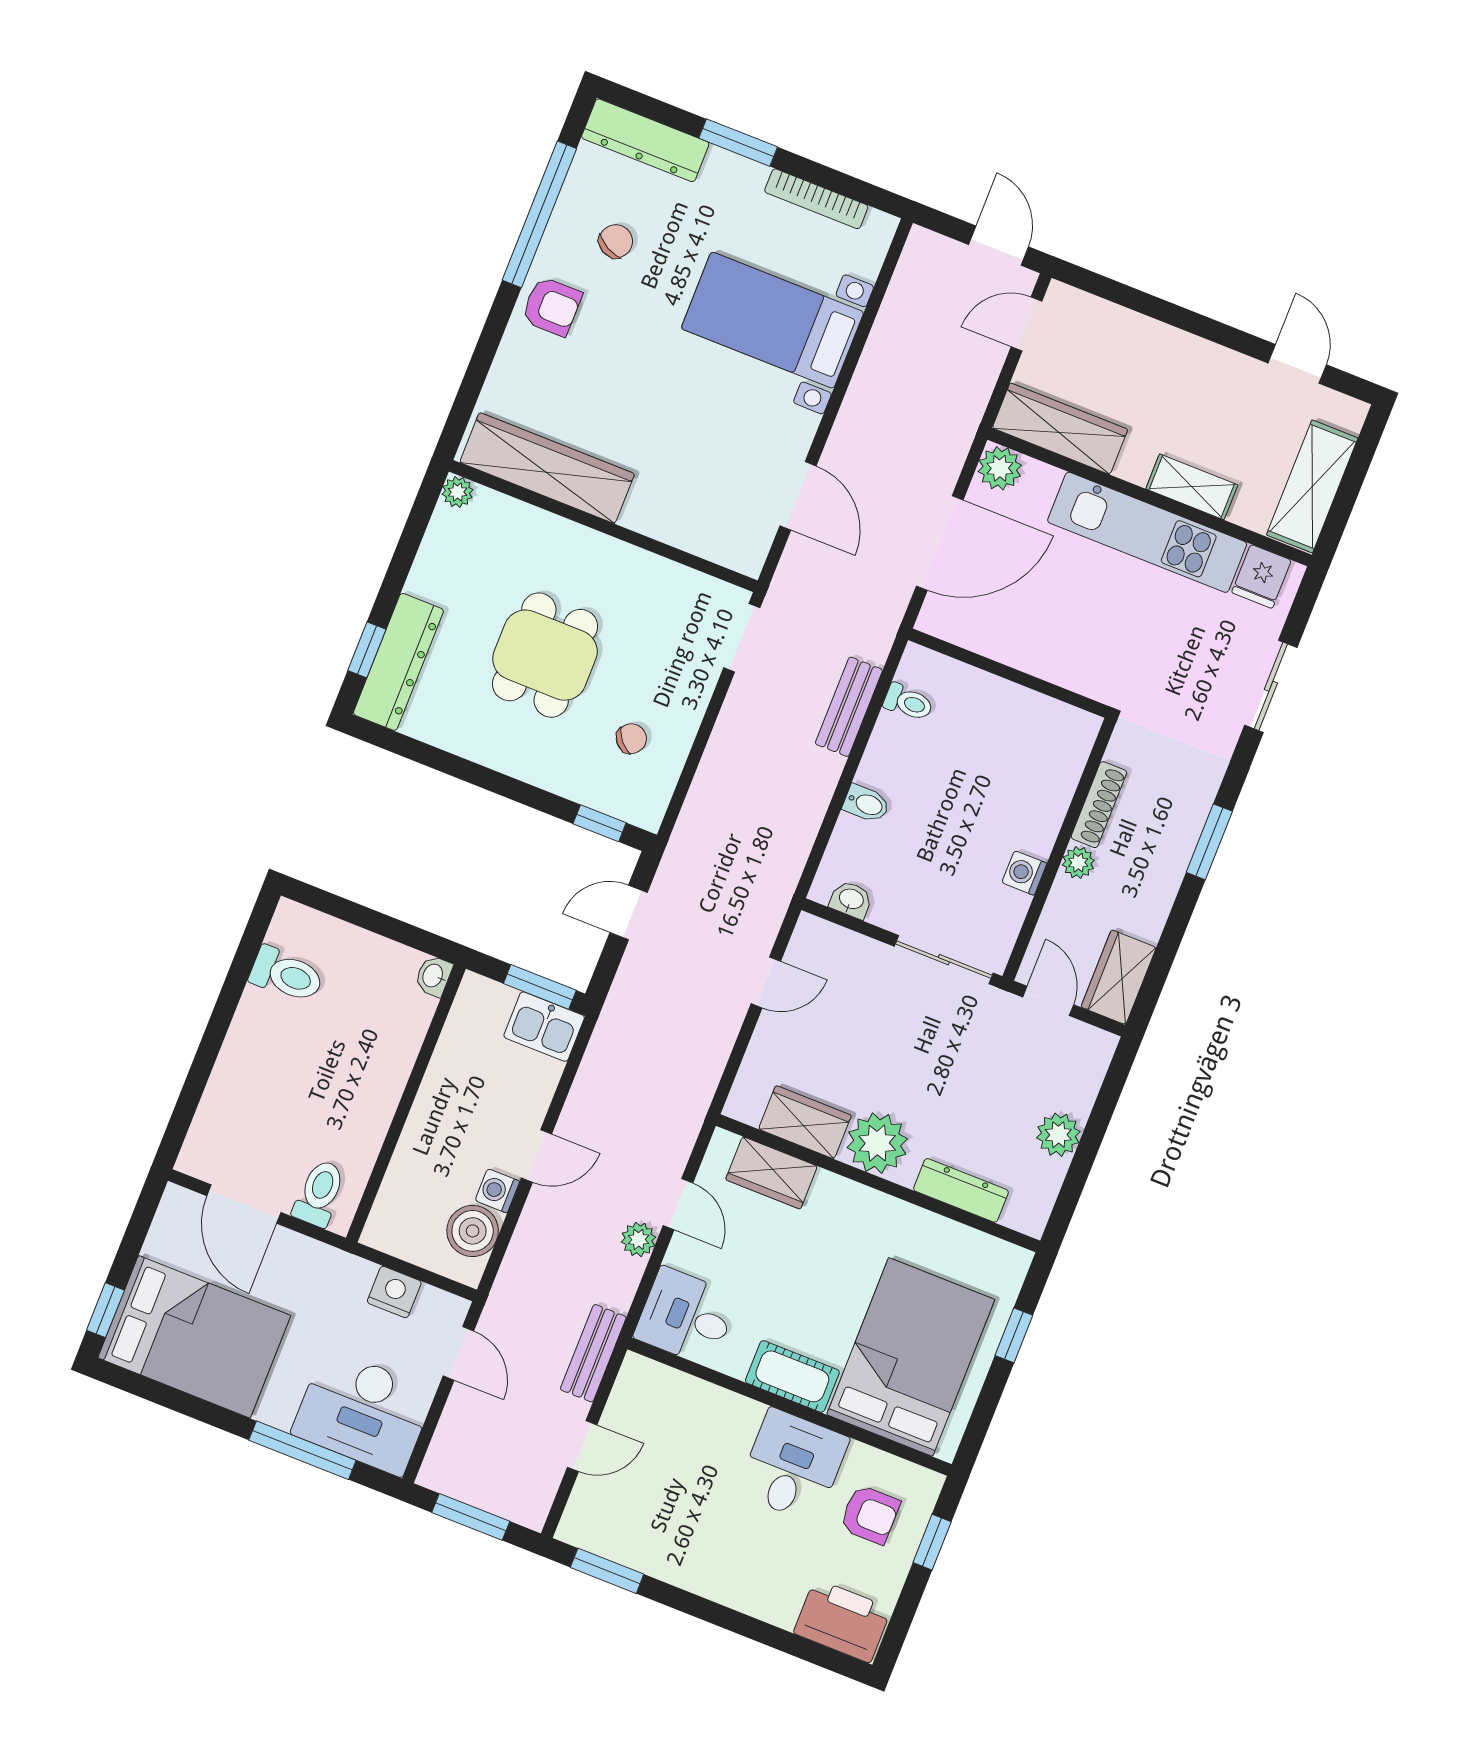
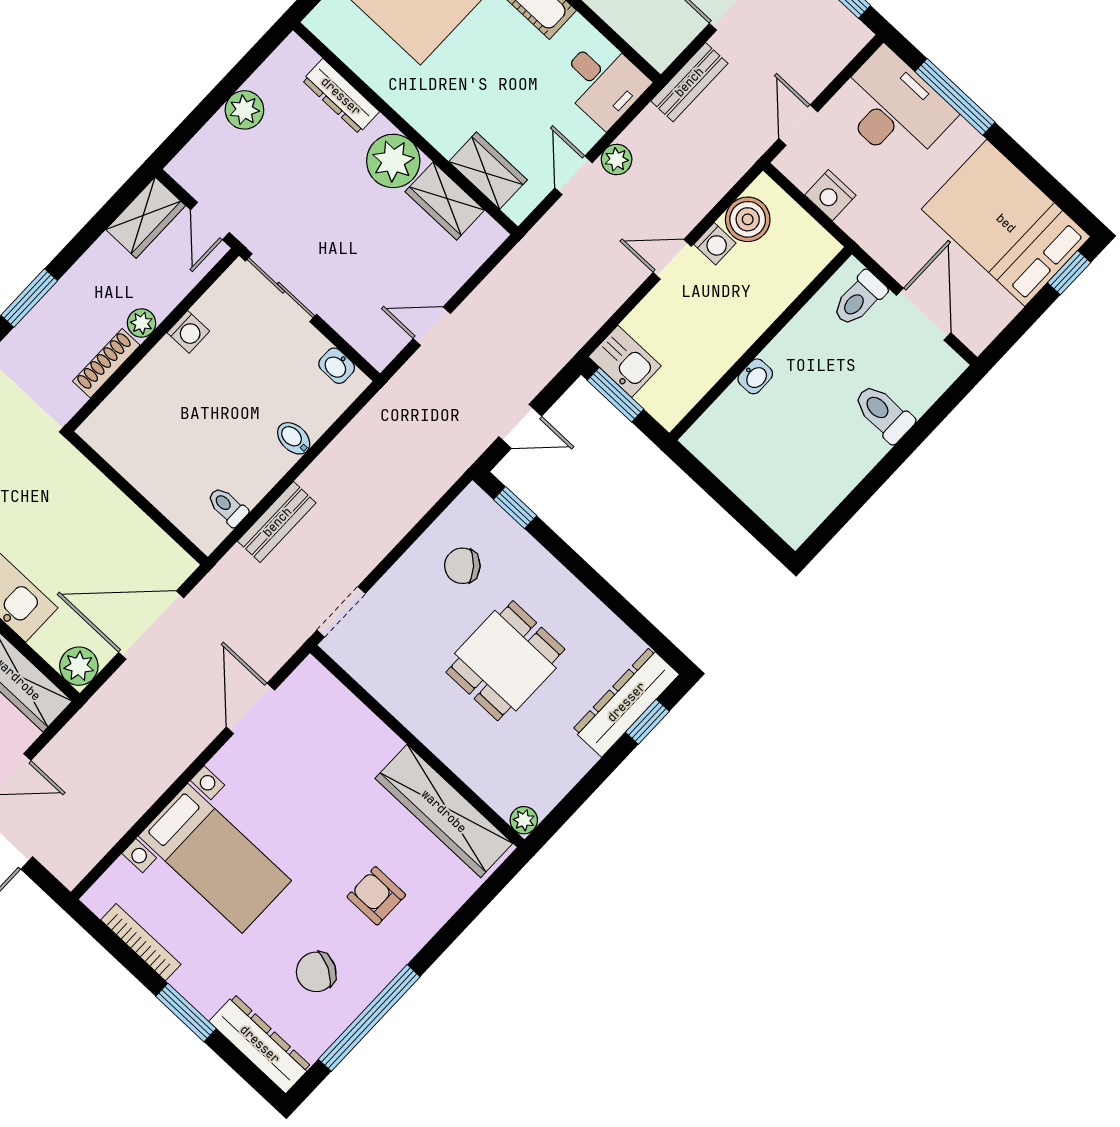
chair: (616, 241) -> (316, 972), width x1.37, depth x1.37
armchair: (552, 306) -> (376, 896), moved
chair: (631, 739) -> (462, 566), width x1.37, depth x1.37
toilet: (287, 975) -> (884, 413), moved
washbasin: (433, 976) -> (755, 376), moved

